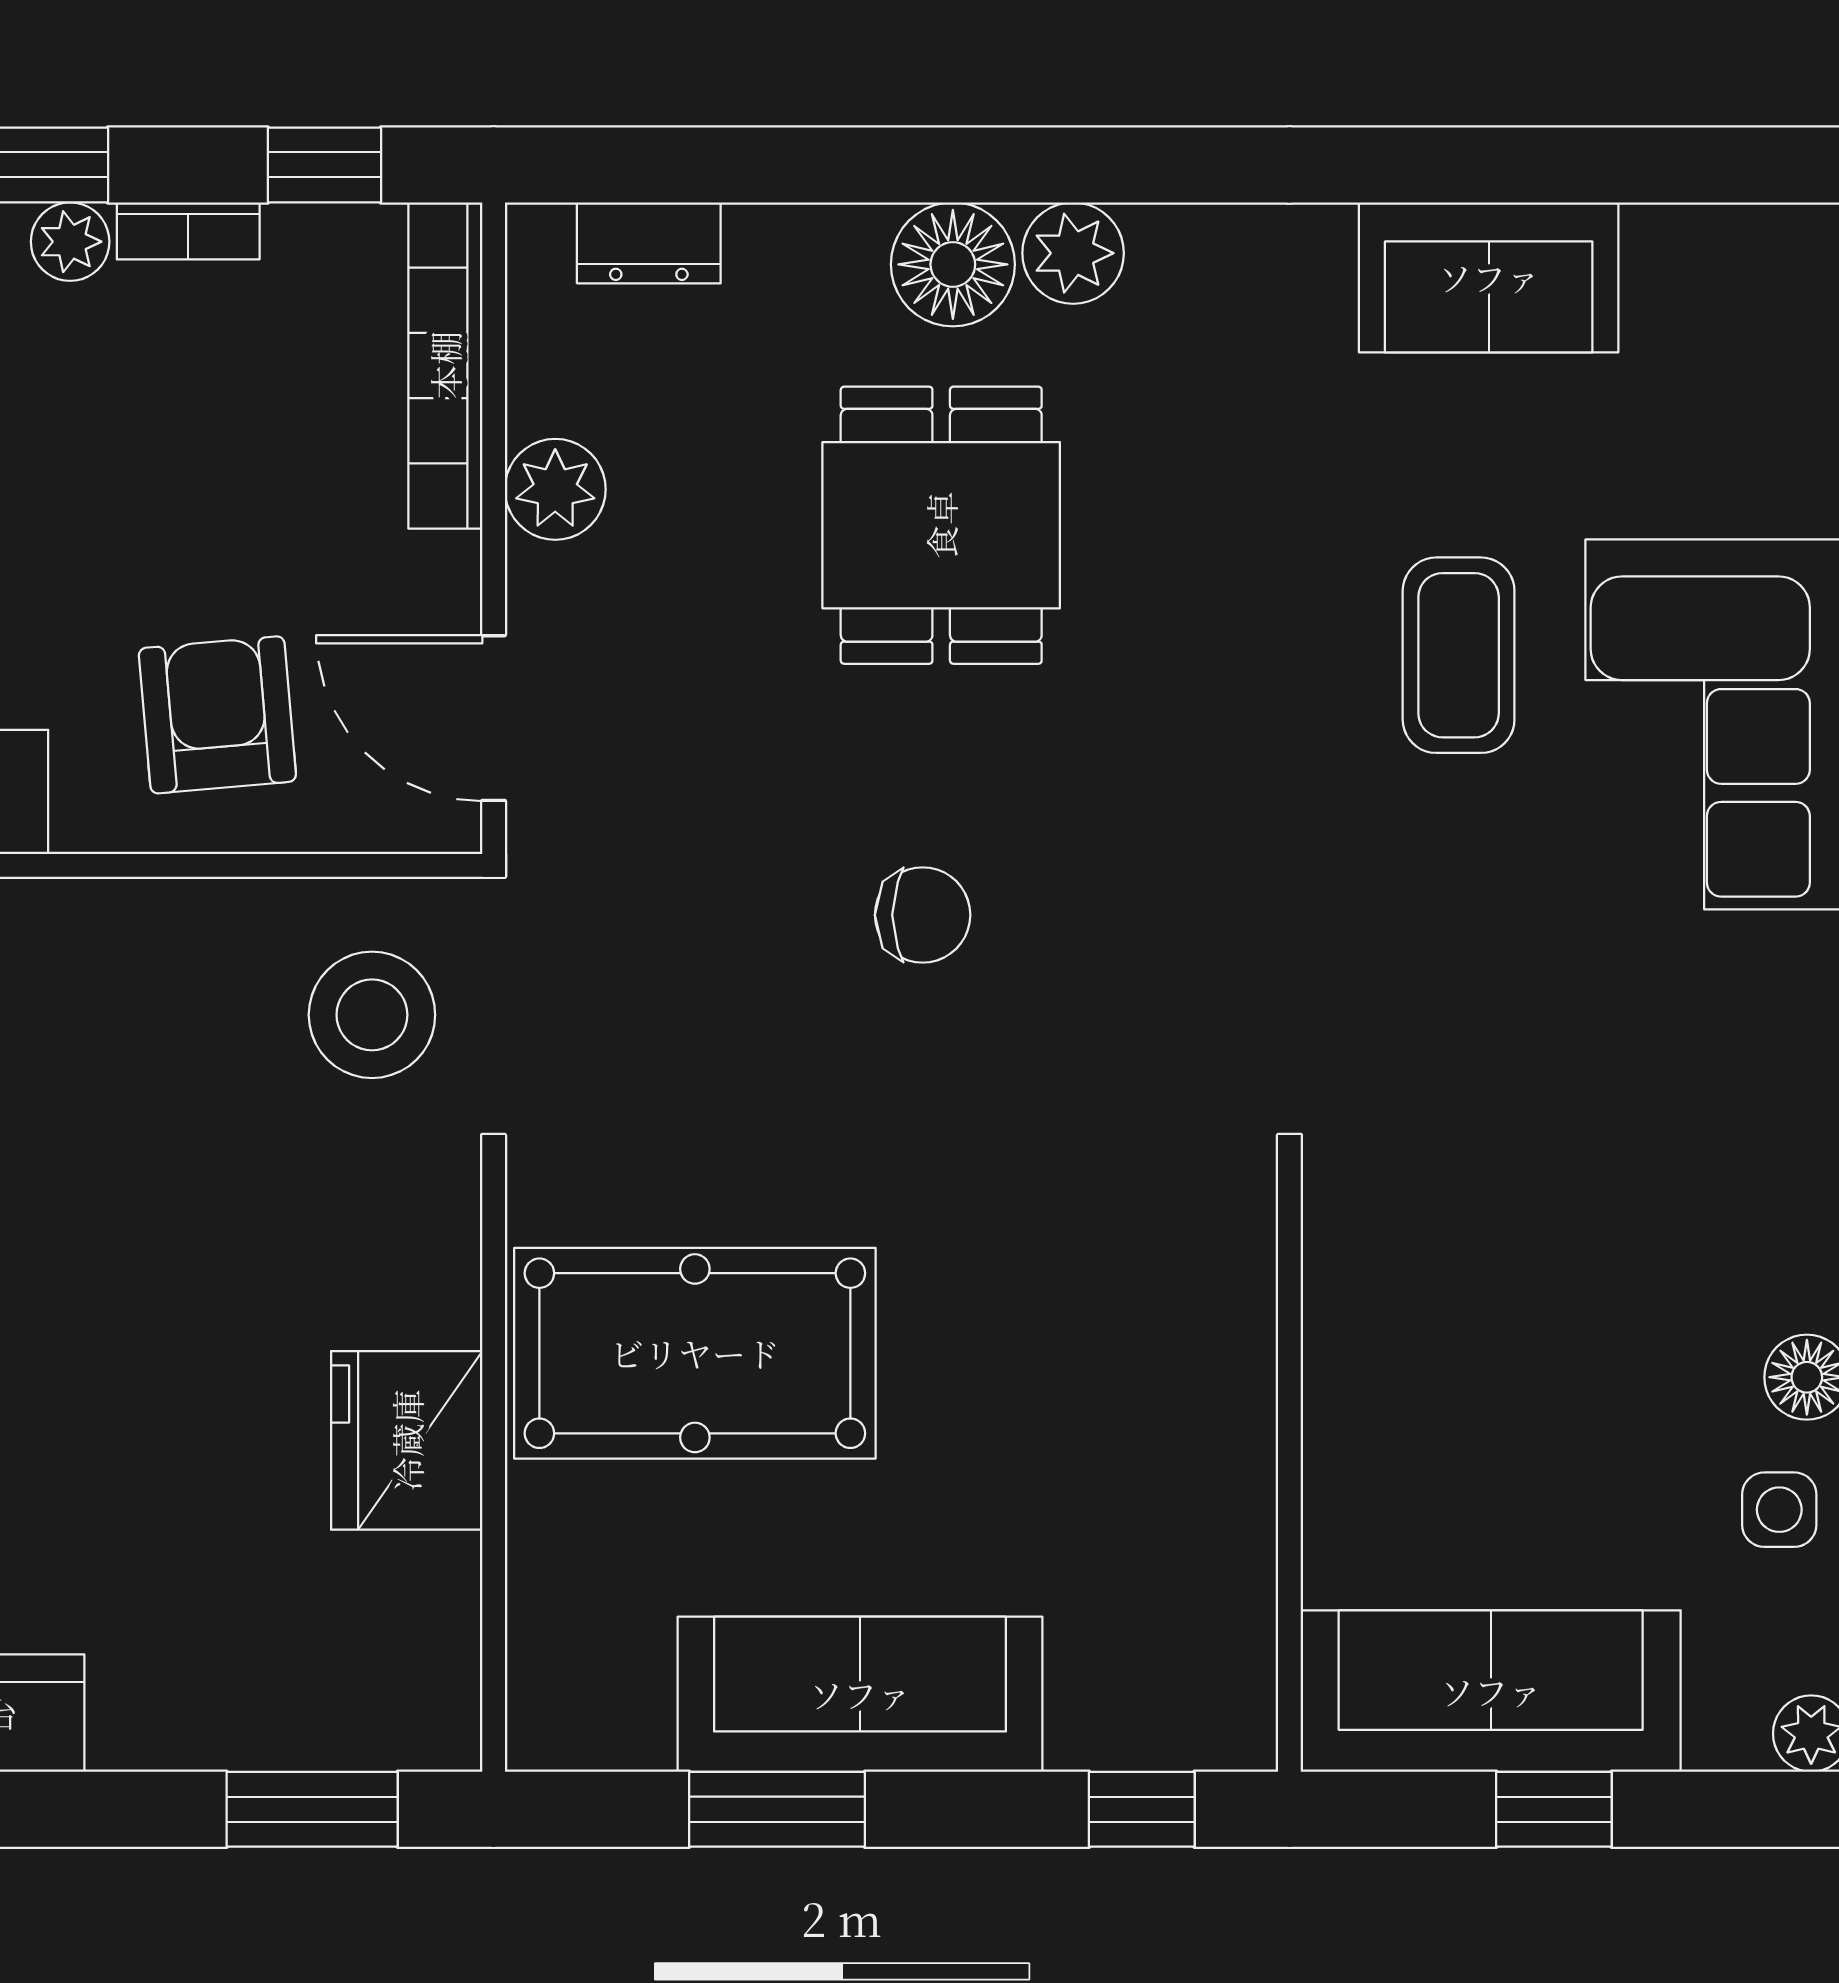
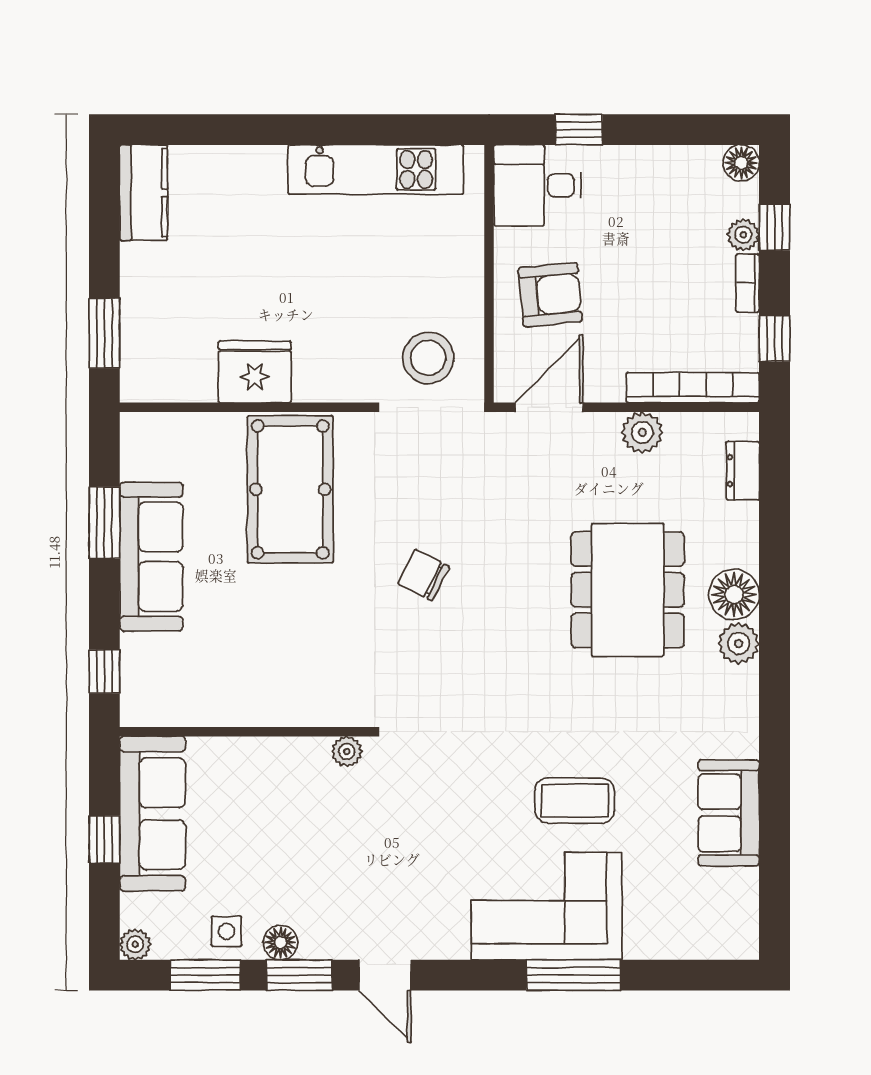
dining table: (941, 525) -> (628, 590), width x1.38
chair: (923, 915) -> (424, 575), moved, turned 117
plant: (1338, 1215) -> (347, 751), added

